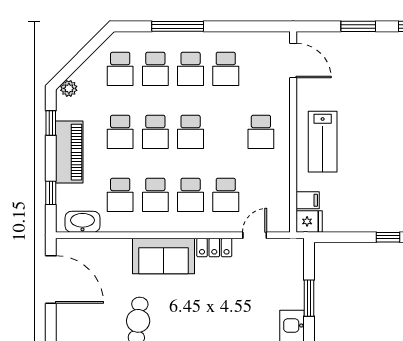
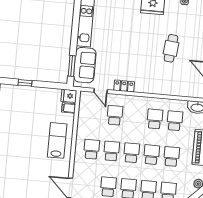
school desk: (191, 195) -> (112, 151), moved
door: (255, 235) -> (101, 91), hinge flipped
sofa: (164, 256) -> (85, 65), moved, turned 90
window: (309, 298) -> (72, 66), moved

